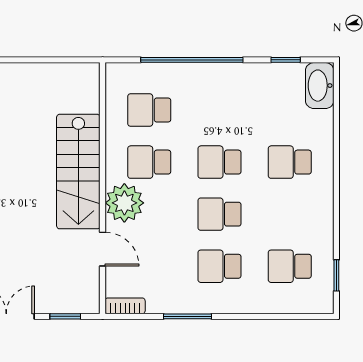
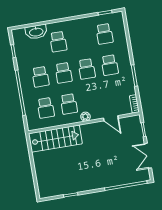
washbasin: (320, 86) -> (36, 32), moved
school desk: (219, 110) -> (40, 77), added
stairs: (78, 172) -> (55, 139), moved
plant: (124, 203) -> (85, 117), width x0.53, depth x0.53
door: (103, 249) -> (111, 118), swing flipped

